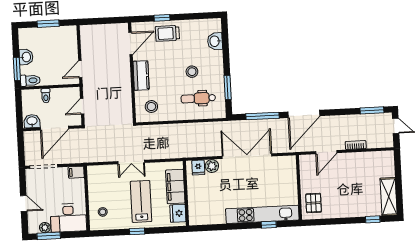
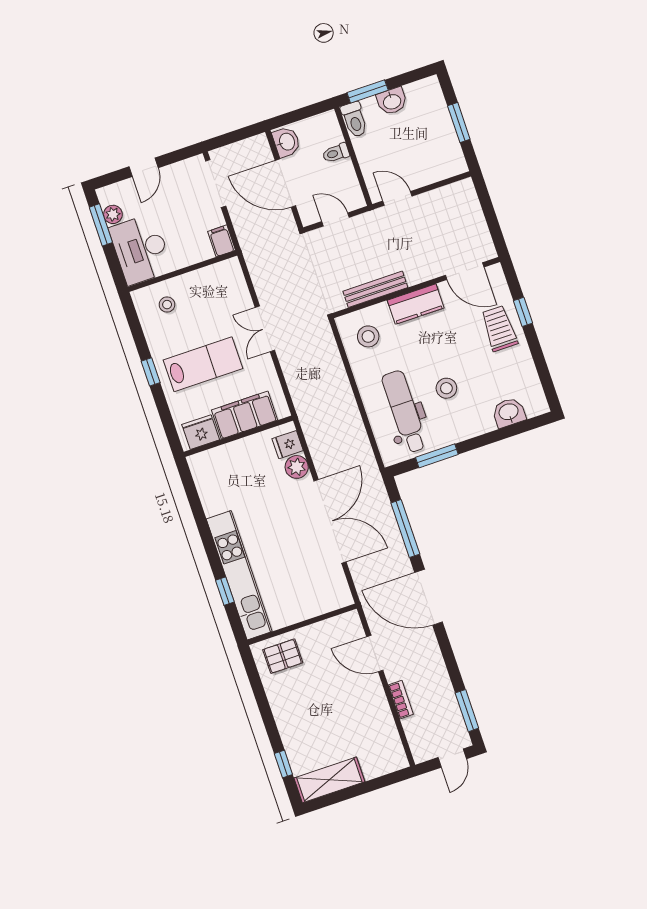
bench: (127, 95) -> (375, 289), added
dental chair: (198, 98) -> (404, 412), width x1.36, depth x1.38

